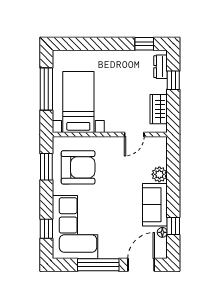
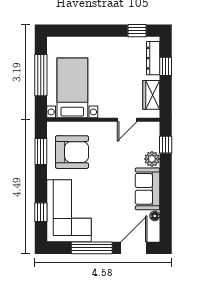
dresser: (161, 67) -> (153, 58), width x1.44
window: (173, 226) -> (166, 145), moved

